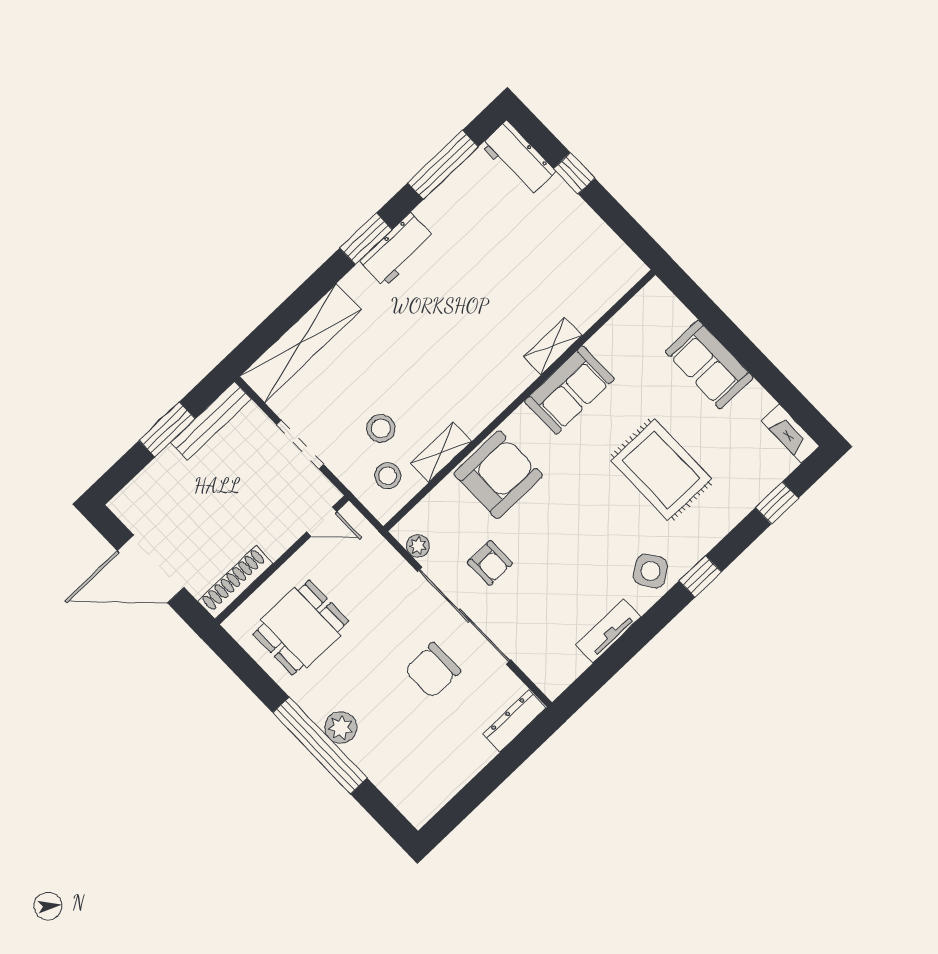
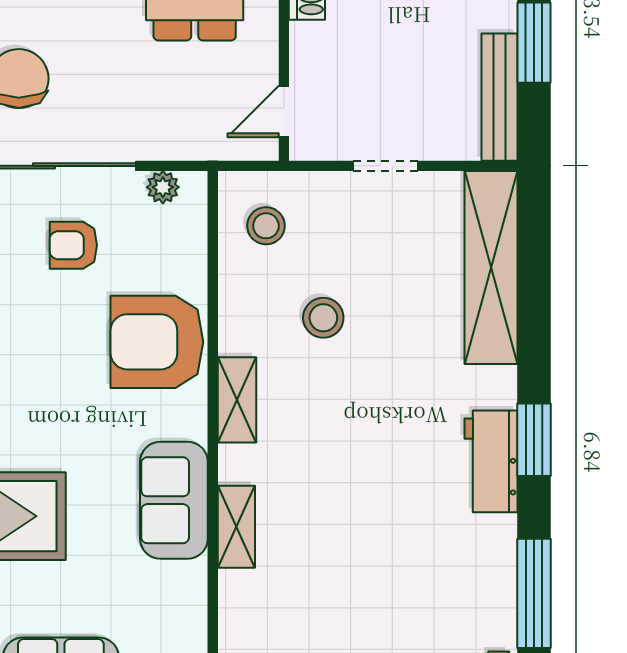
stool: (381, 428) -> (323, 318), moved
doorway: (300, 445) -> (385, 166), width x0.73
shelving: (441, 452) -> (237, 400), moved
armchair: (498, 475) -> (157, 342), turned 90

